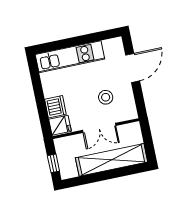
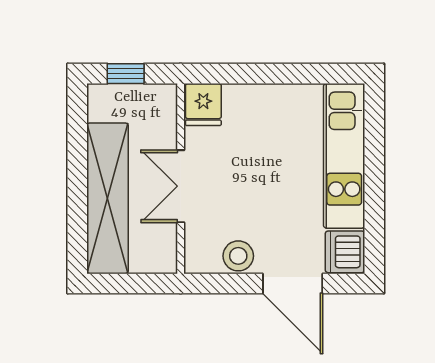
stool: (106, 97) -> (238, 256), moved
dishwasher: (55, 107) -> (345, 252), moved, turned 90

